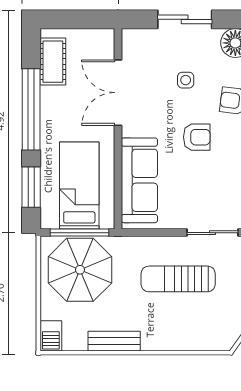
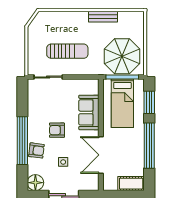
cot: (53, 62) -> (131, 184), moved, turned 90
double door: (118, 93) -> (101, 155), swing flipped
sofa: (139, 180) -> (89, 112), width x0.73
barbecue: (51, 336) -> (138, 19), removed

